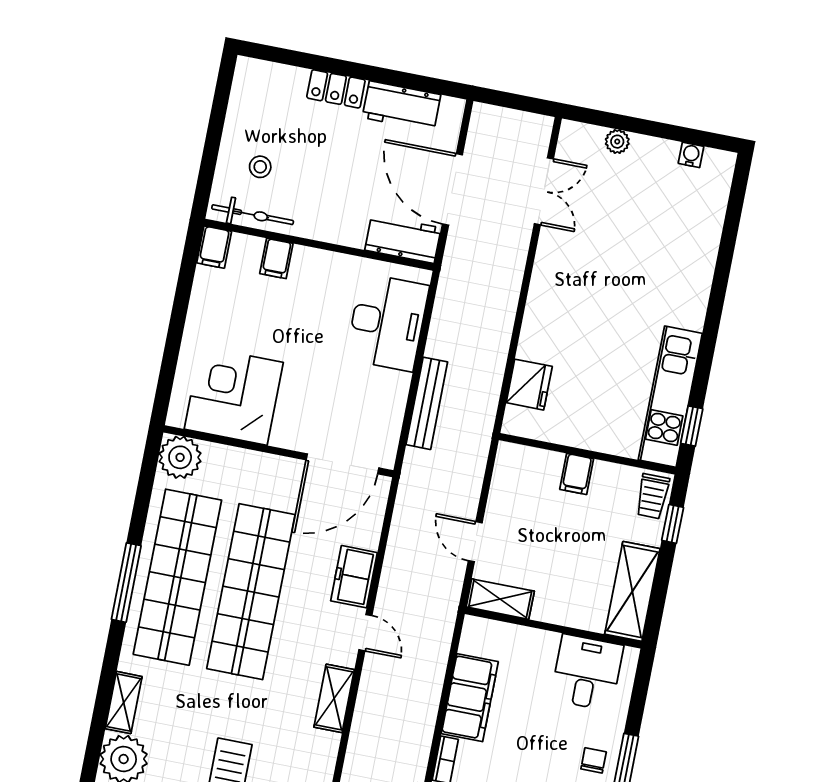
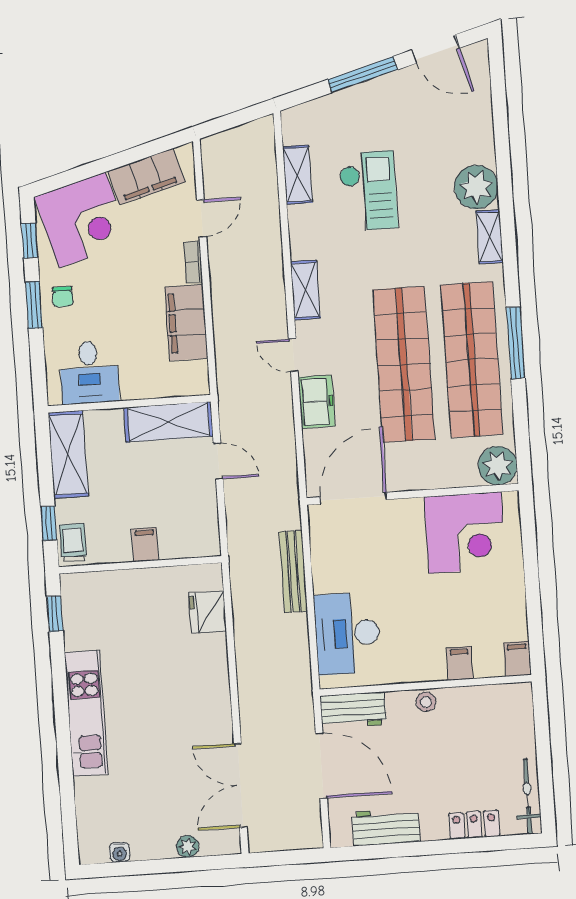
locker: (336, 89) -> (474, 825), moved
stool: (260, 167) -> (426, 702), moved
double door: (544, 191) -> (240, 785), width x1.37
bicycle: (253, 215) -> (528, 796), moved, turned 90
kitchen unit: (670, 397) -> (86, 713), moved
shelving: (500, 599) -> (169, 422), width x1.50, depth x1.33

